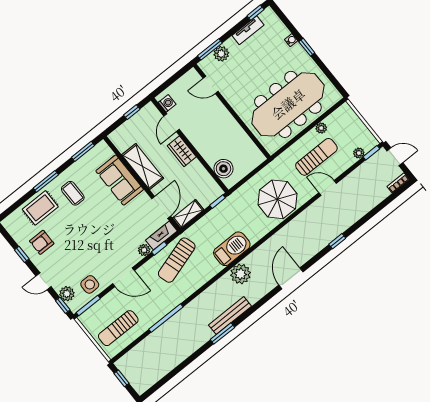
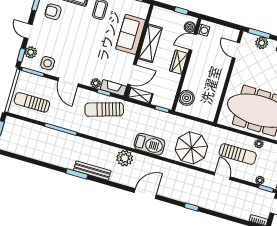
boiler: (154, 115) -> (190, 27), added
barbecue: (232, 249) -> (149, 144), moved

